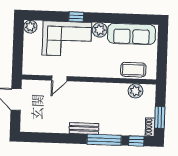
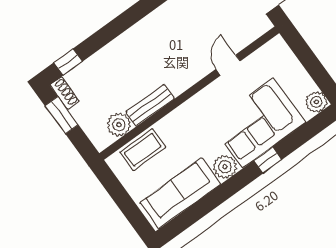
bench: (84, 128) -> (150, 105), moved
window: (104, 140) -> (110, 32), removed

